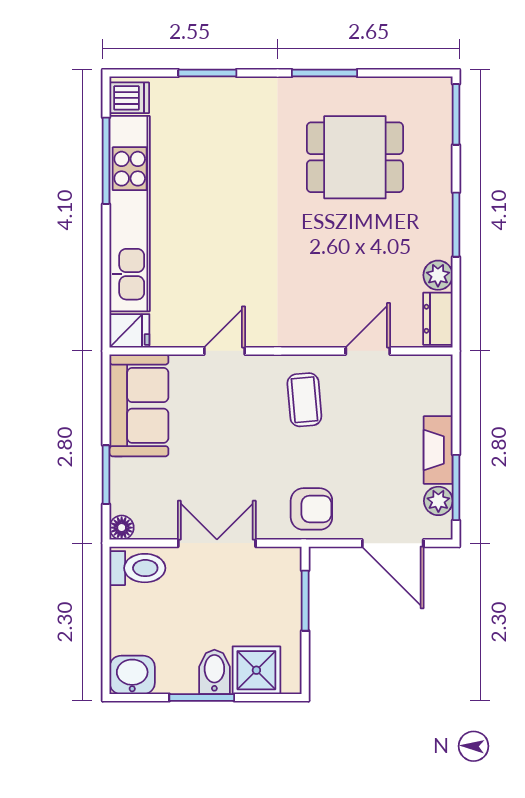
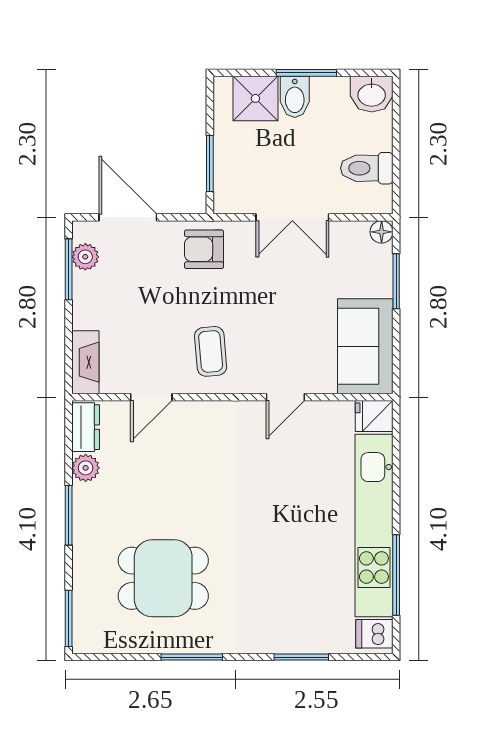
fireplace: (438, 450) -> (85, 362), moved
toilet: (137, 568) -> (367, 168), moved

